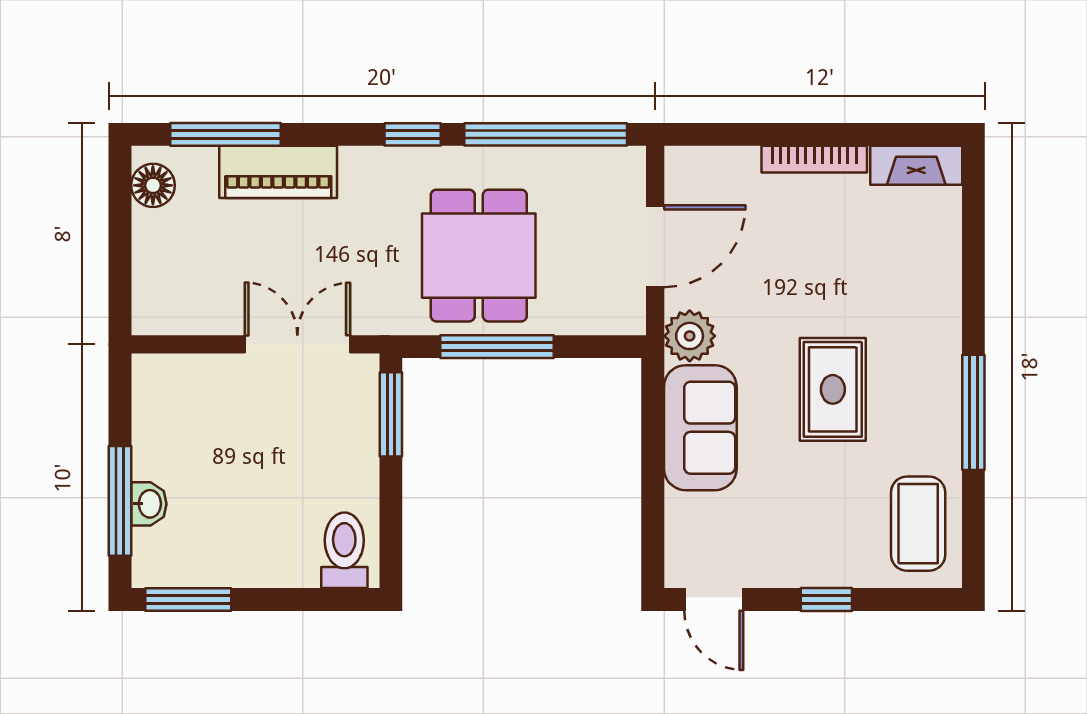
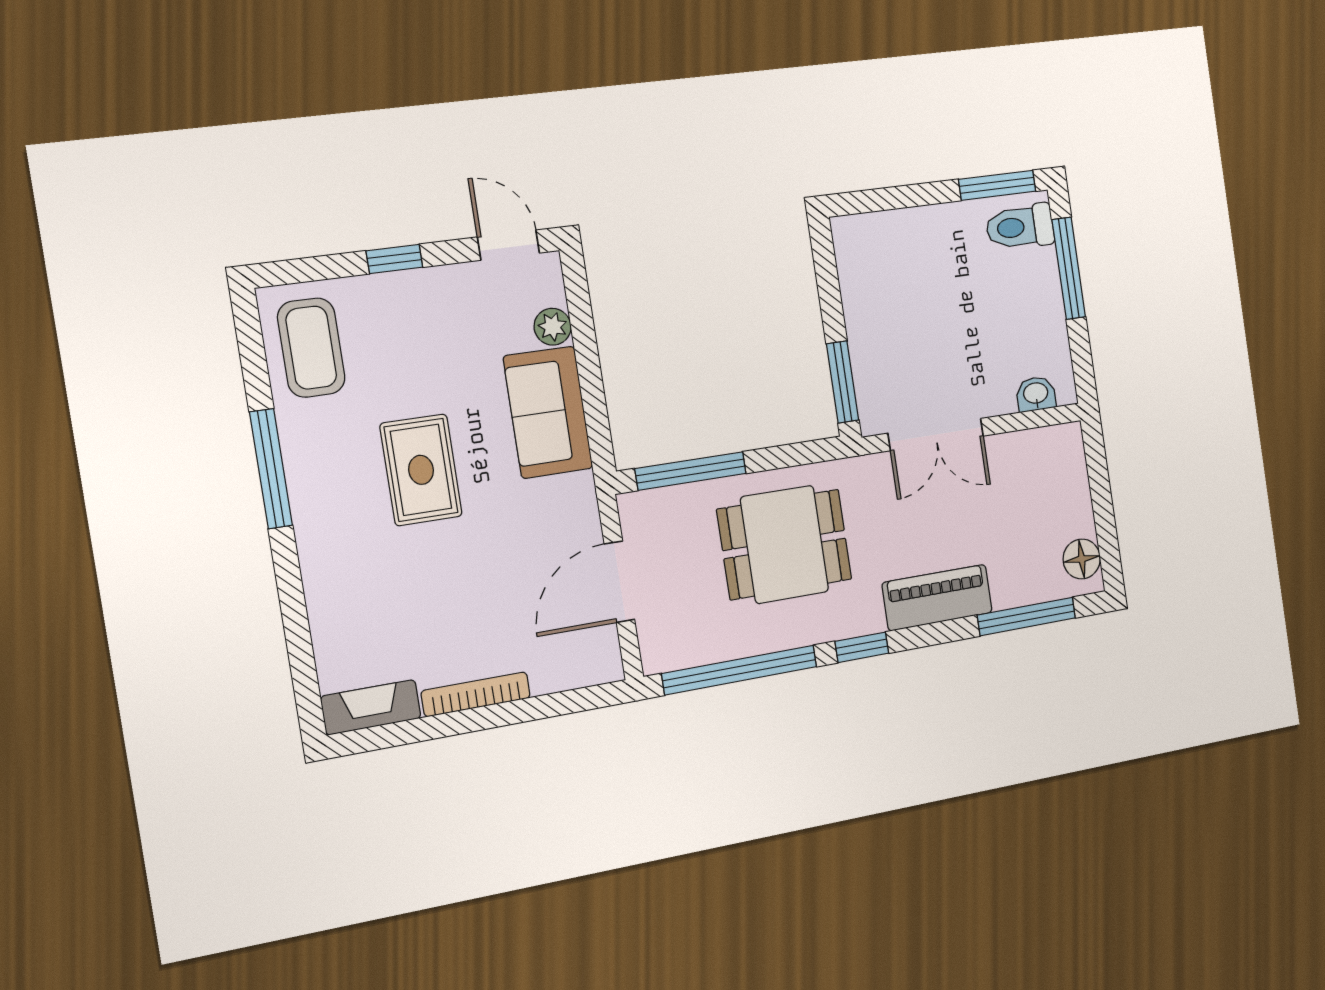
piano: (278, 172) -> (937, 598), moved
dining table: (479, 256) -> (785, 544), turned 90
plant: (690, 336) -> (553, 327), moved, width x0.73, depth x0.73
window: (497, 347) -> (691, 471), moved
washbasin: (149, 504) -> (1036, 394), moved, turned 90
toilet: (344, 550) -> (1020, 227), moved, turned 90

